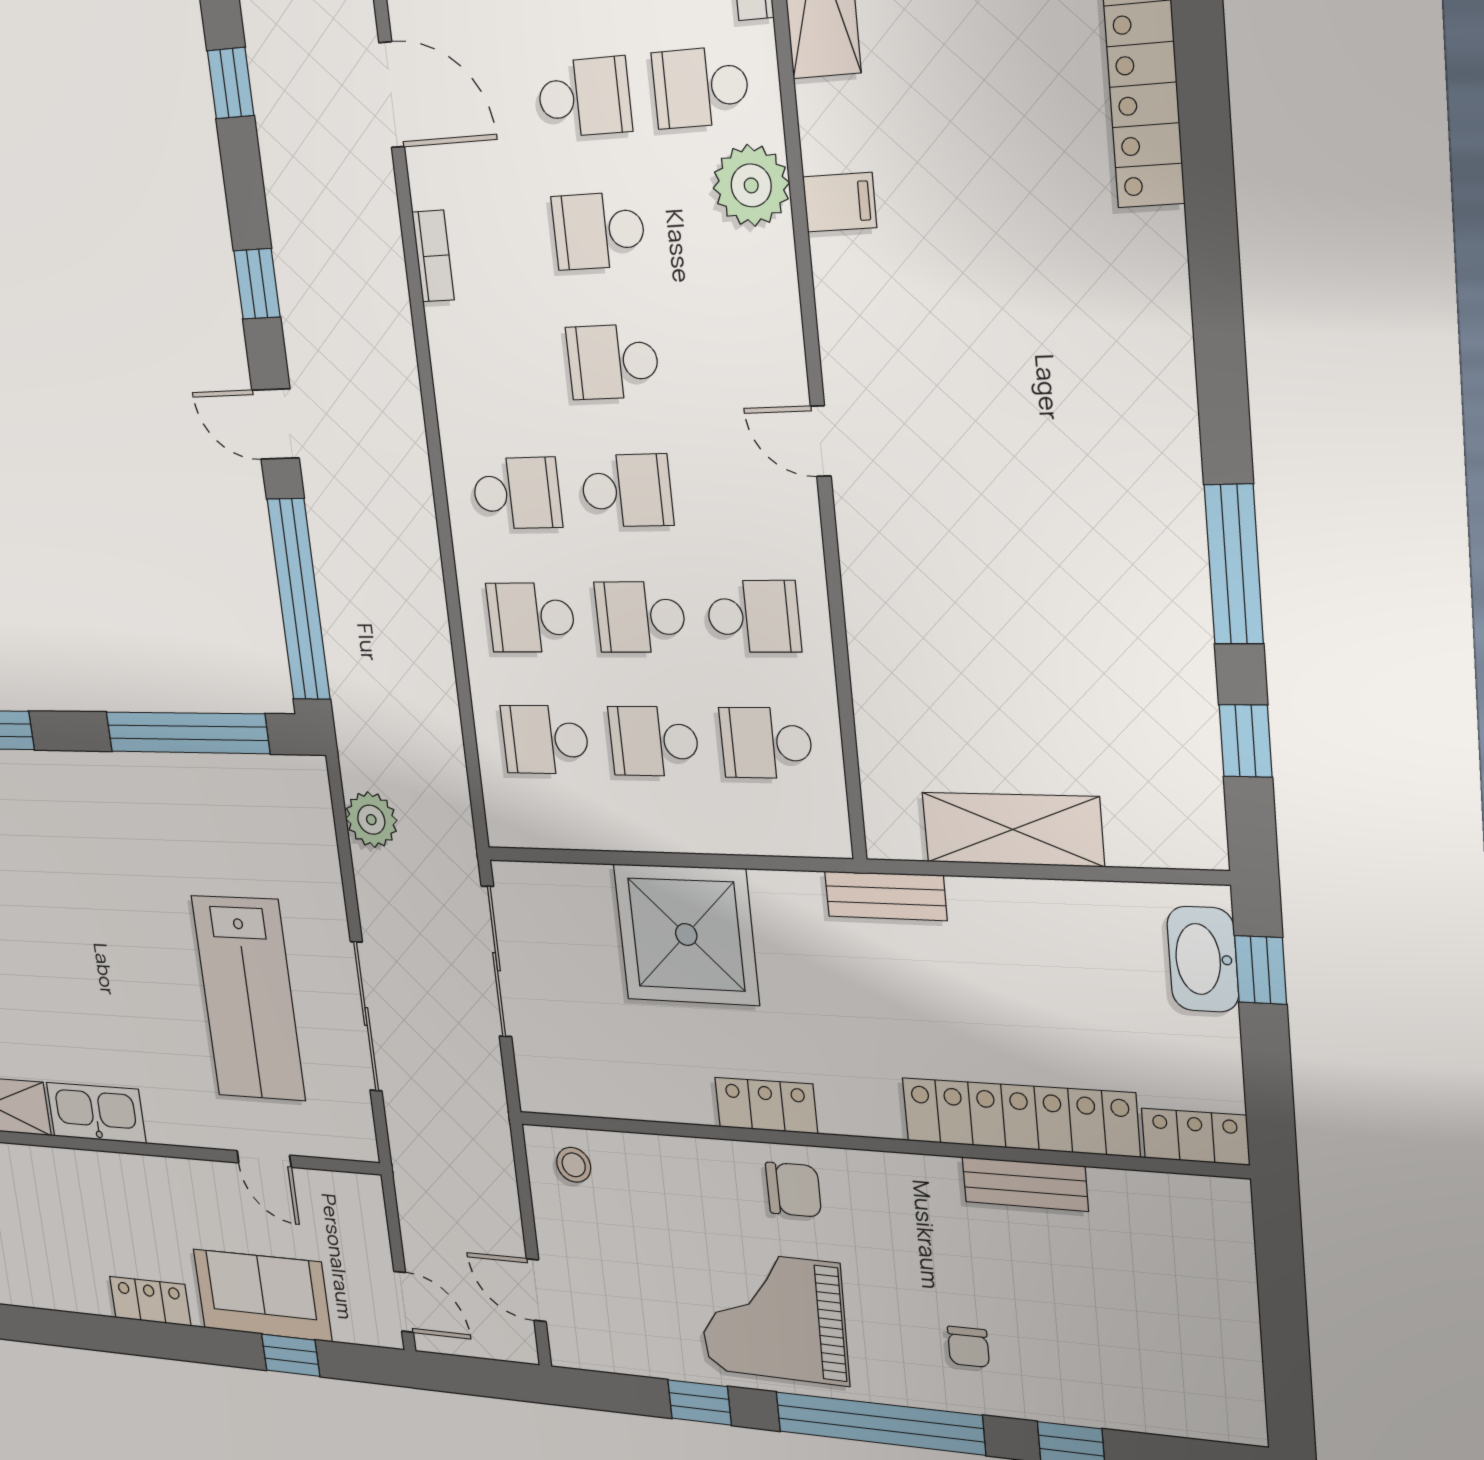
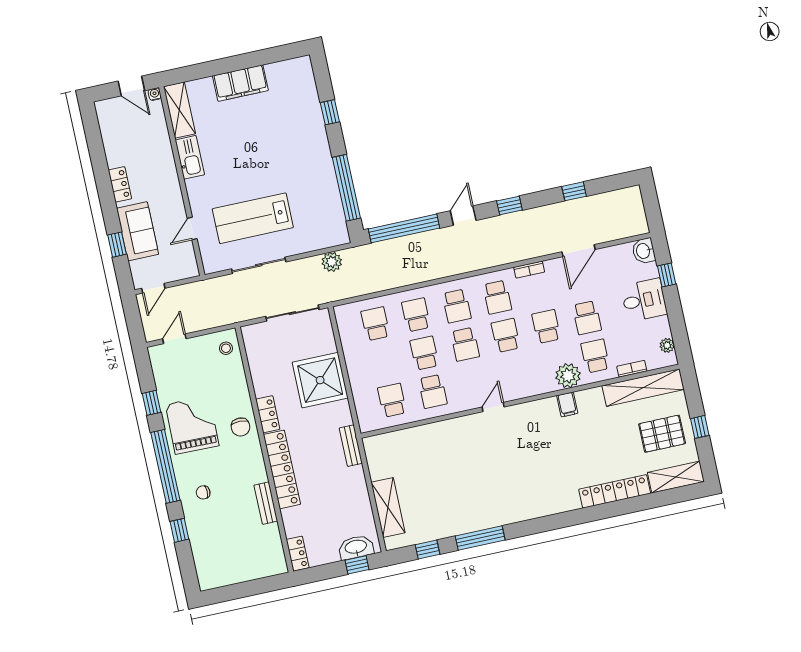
school desk: (654, 741) -> (497, 297), moved, turned 180
shelving: (1013, 829) -> (388, 508), moved
locker: (1020, 1117) -> (282, 469), moved

